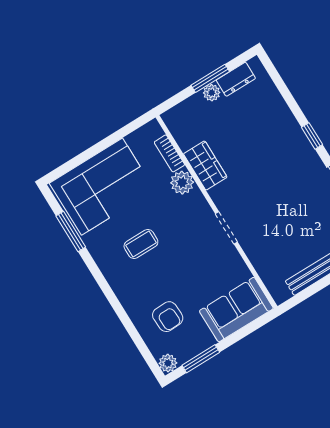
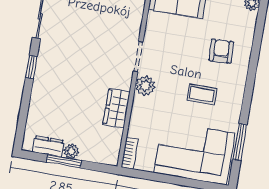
bookcase: (169, 153) -> (130, 153), moved
plant: (182, 183) -> (145, 86), moved
armchair: (168, 317) -> (221, 51), moved

